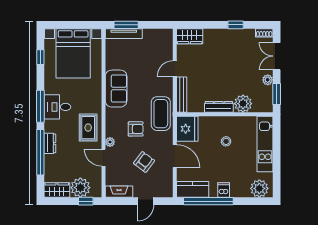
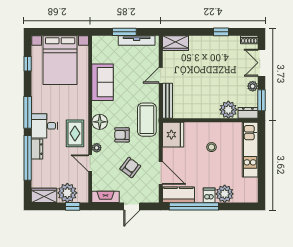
window: (126, 25) -> (124, 32), moved
tv unit: (124, 34) -> (137, 41), moved
sofa: (116, 89) -> (103, 82), moved
desk: (57, 107) -> (44, 126), moved
dresser: (219, 107) -> (248, 113), moved, width x0.70
floor lamp: (113, 116) -> (100, 122), added
armchair: (136, 129) -> (122, 135), turned 180
door: (175, 156) -> (161, 173), moved
plant: (259, 188) -> (225, 194), moved

